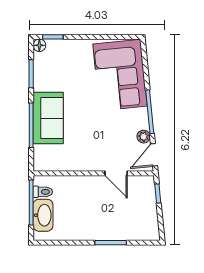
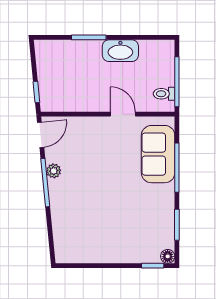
corner sofa: (120, 75) -> (78, 223), removed
sofa: (48, 118) -> (158, 154), moved
plant: (144, 137) -> (54, 171), moved
door: (116, 173) -> (123, 114), moved
washbasin: (43, 215) -> (120, 51), moved, turned -90

